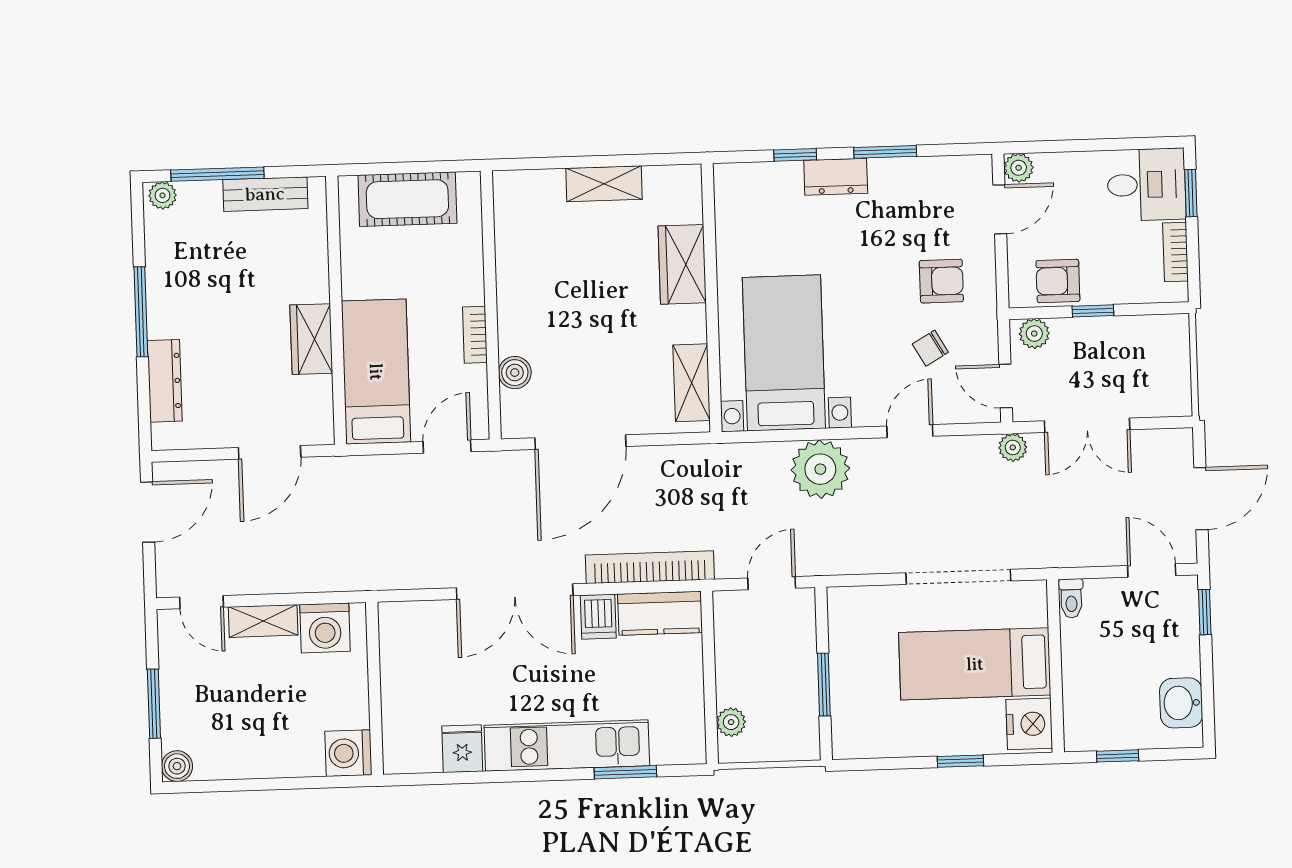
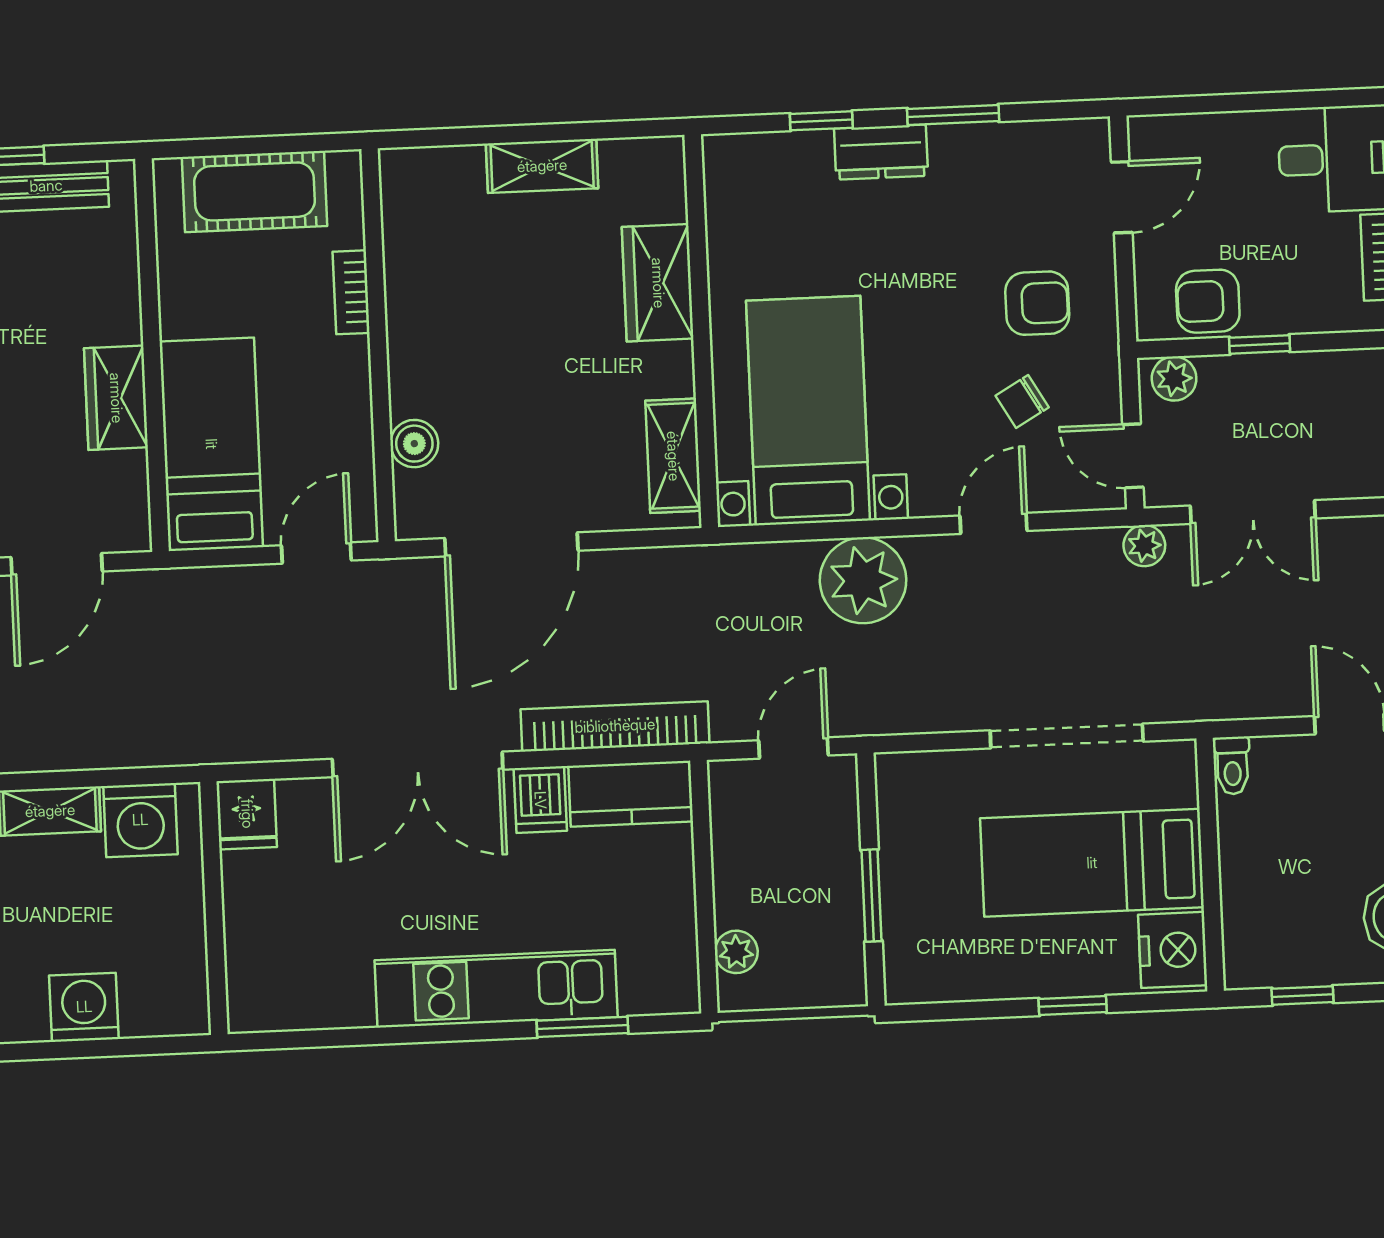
plant: (1019, 168) -> (1149, 136), removed
bookcase: (475, 335) -> (351, 292), moved
fridge: (462, 749) -> (247, 814), moved, turned 180
washing machine: (348, 753) -> (84, 1007), moved, turned 90

